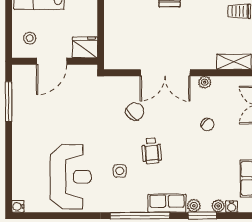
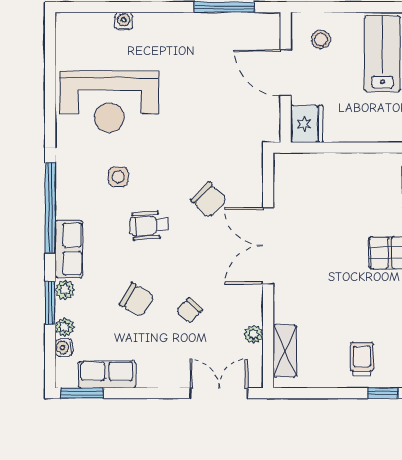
plant: (205, 82) -> (254, 334), moved
chair: (200, 159) -> (137, 300), added
water cooler: (18, 206) -> (124, 21), moved

